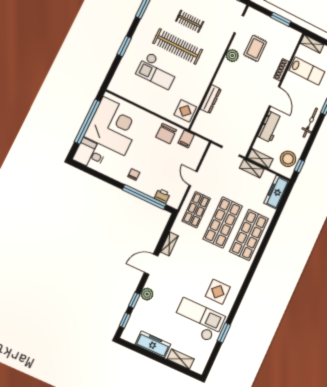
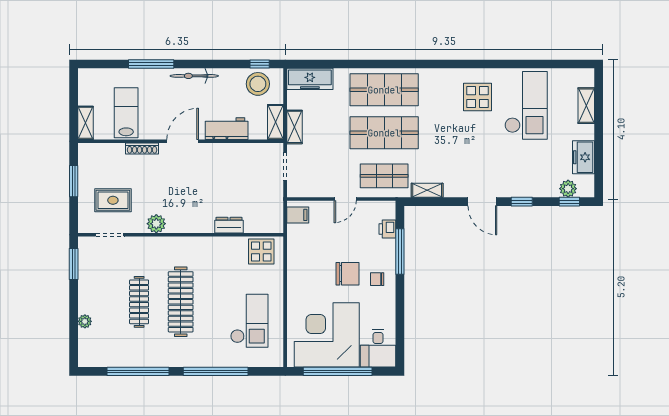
clothes rail: (190, 21) -> (139, 302), width x1.36
window: (124, 46) -> (216, 371), width x2.11
rug: (255, 48) -> (113, 200), moved
checkout: (157, 71) -> (249, 321), moved
dresser: (211, 99) -> (229, 225), width x0.70
chair: (166, 134) -> (347, 274), moved
filing cabinet: (186, 139) -> (298, 215), moved
window: (144, 197) -> (400, 252), width x0.68
shelving: (169, 244) -> (427, 190), moved
plant: (147, 294) -> (568, 189), moved
window: (134, 300) -> (522, 202), moved
checkout: (198, 320) -> (526, 105), turned 180
window: (224, 333) -> (527, 64), removed
freezer: (153, 344) -> (584, 157), width x0.71

